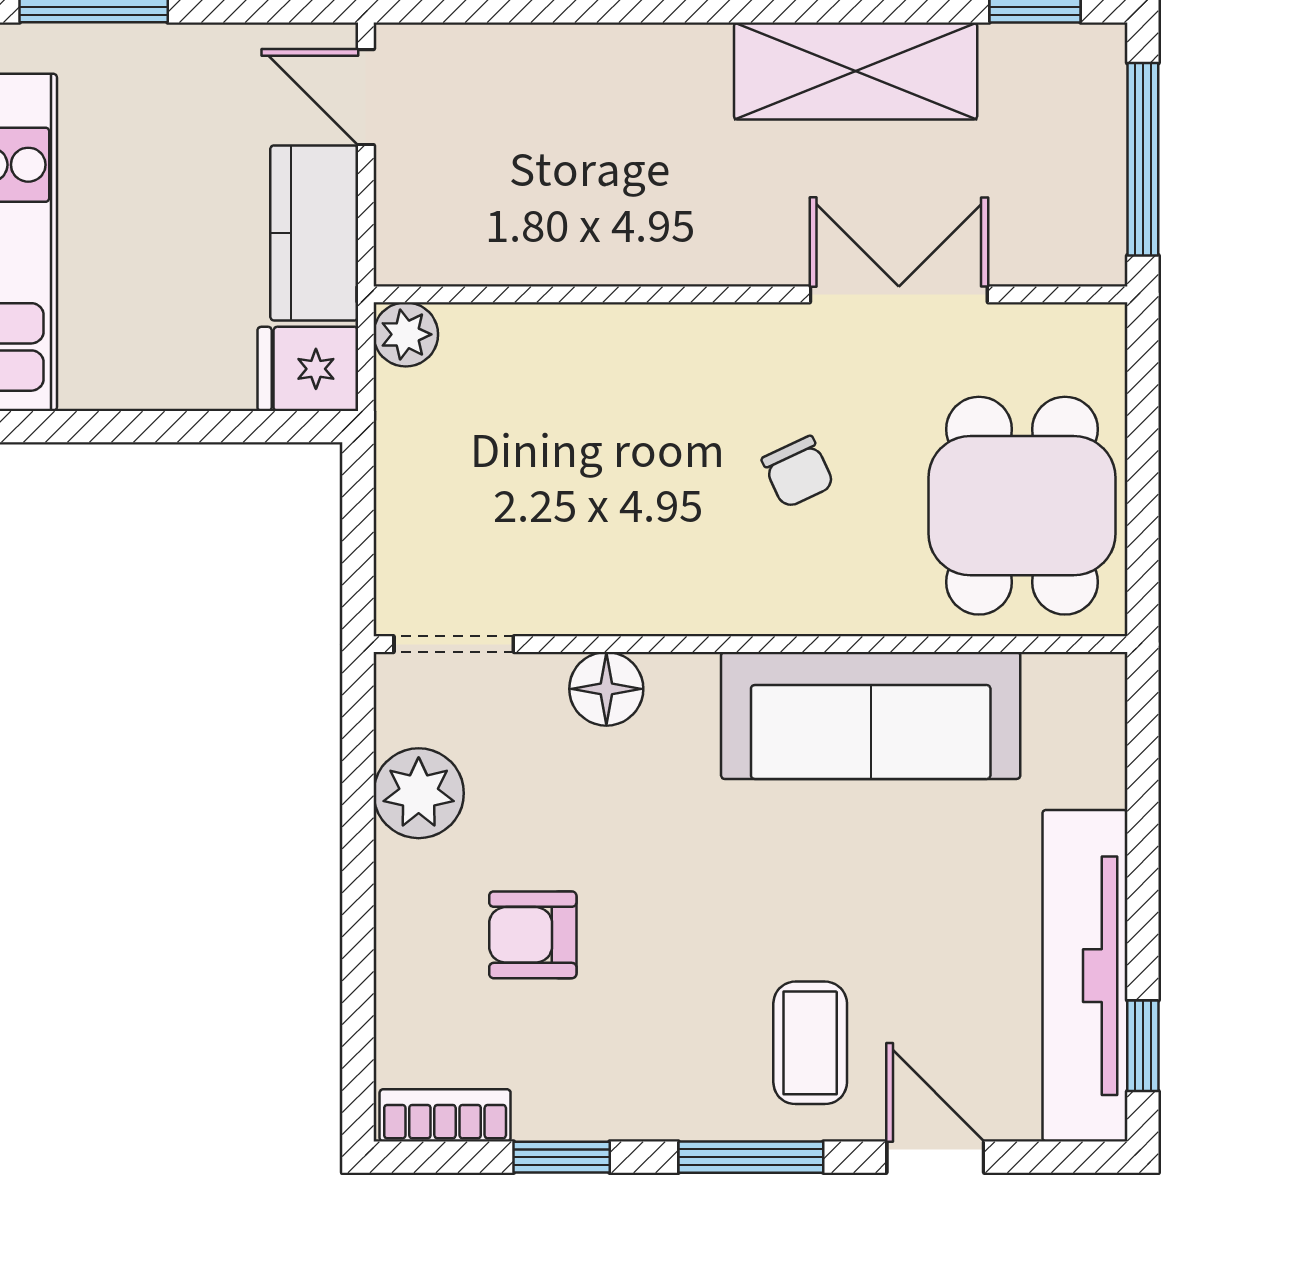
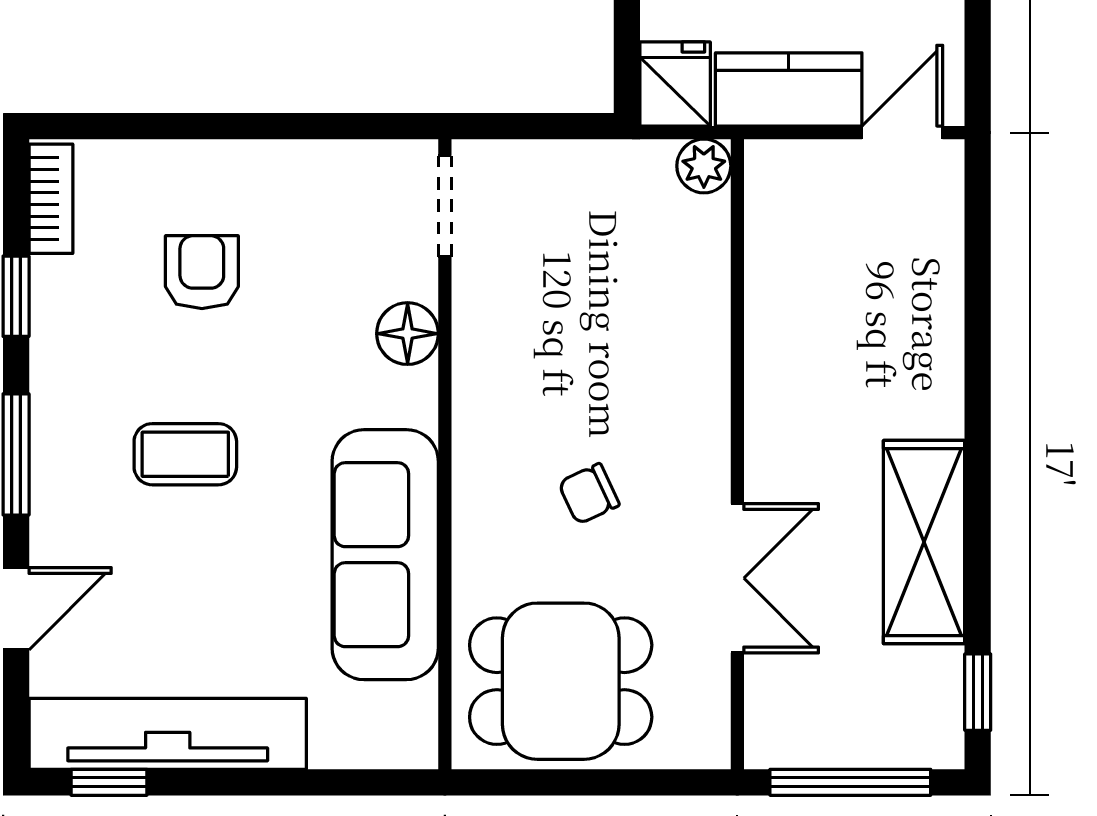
plant: (419, 793) -> (320, 177), removed
coffee table: (810, 1043) -> (185, 454), moved

